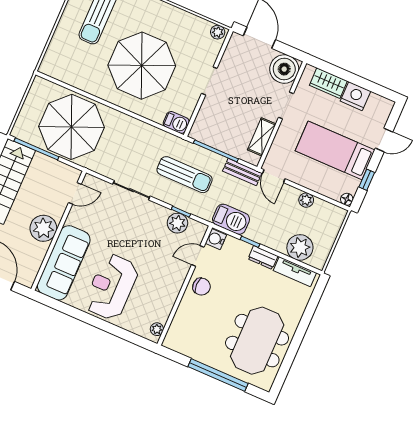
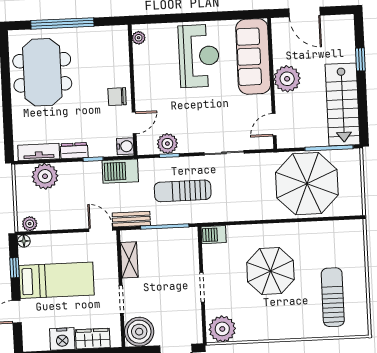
plant: (218, 32) -> (222, 329), width x1.88, depth x1.88
parasol: (142, 66) -> (270, 271), width x0.73, depth x0.73
plant: (306, 200) -> (30, 224), moved

